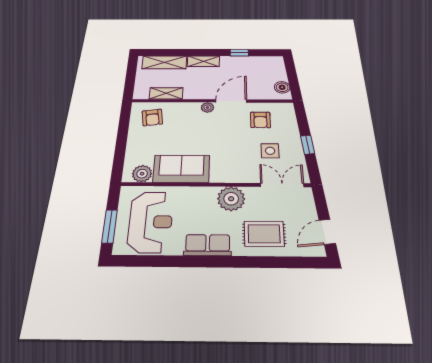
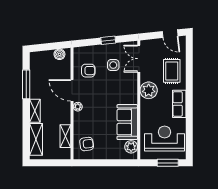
window: (239, 53) -> (26, 84), width x2.17

